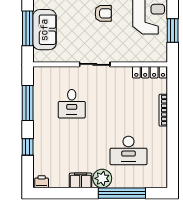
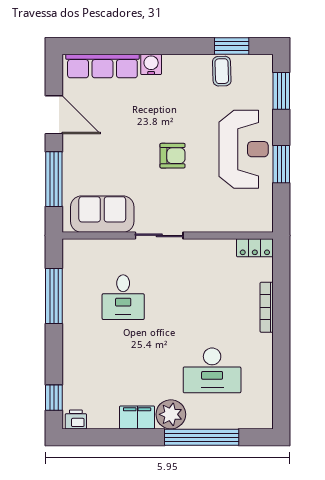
sofa: (44, 30) -> (102, 214), moved, turned -90
window: (173, 30) -> (281, 164), moved
locker: (150, 72) -> (255, 248), width x0.66
window: (28, 147) -> (54, 398), moved

